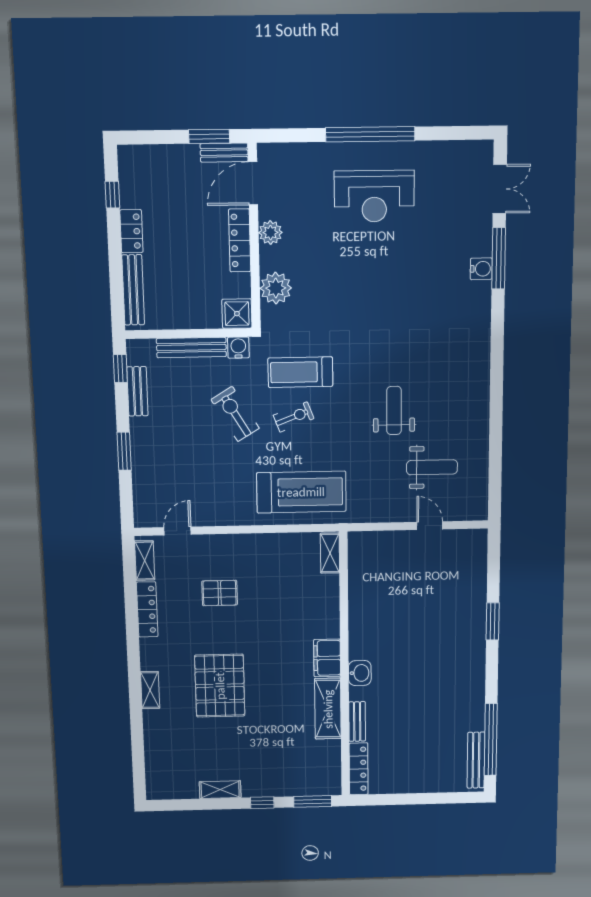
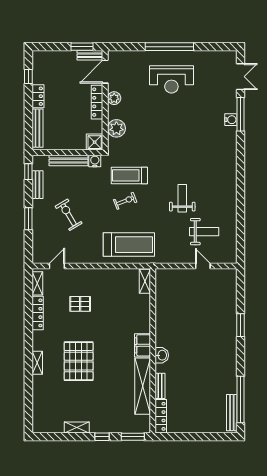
exercise bike: (235, 414) -> (69, 215), moved
shelving: (328, 709) -> (143, 386), width x1.47

